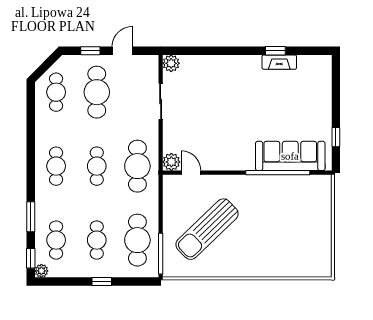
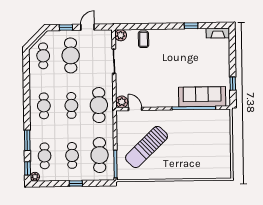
fireplace: (279, 62) -> (218, 33), moved
coffee table: (205, 70) -> (144, 39), added

